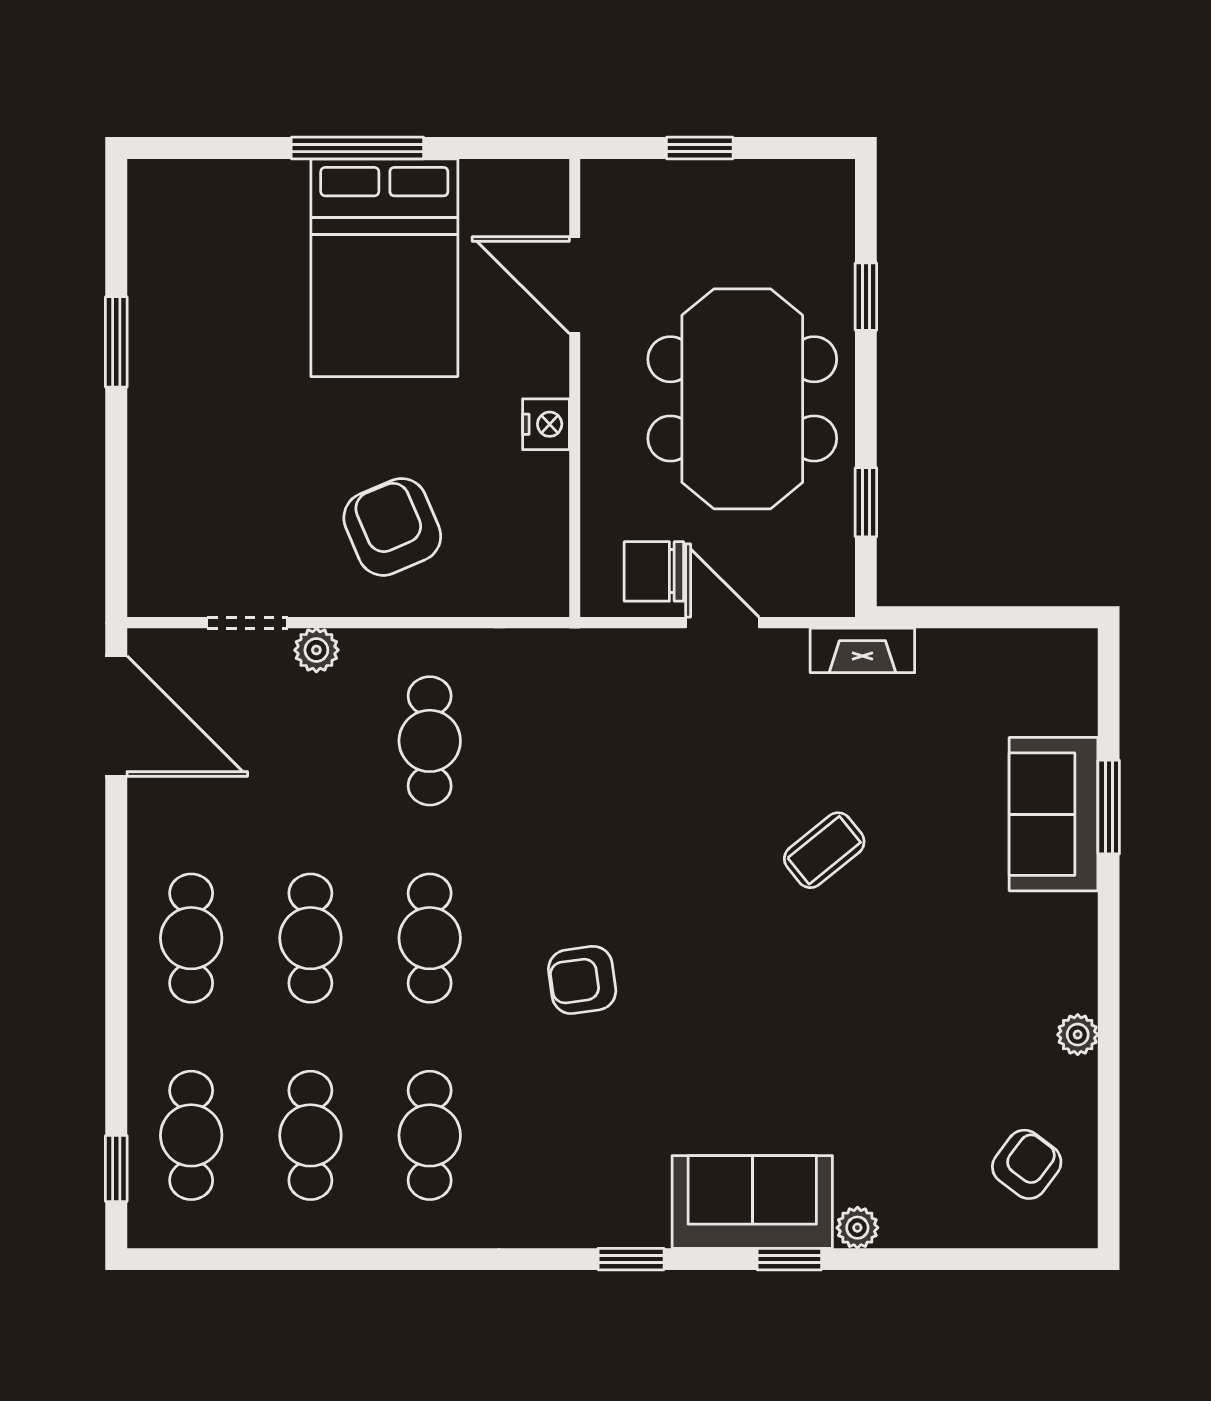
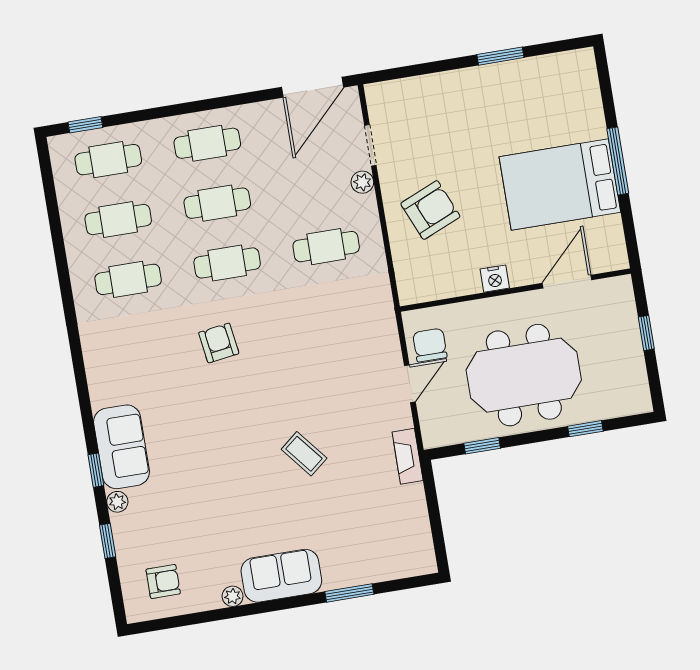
sofa: (1054, 814) -> (281, 576), moved
armchair: (1027, 1164) -> (163, 581), turned -37
window: (631, 1259) -> (108, 541), moved

